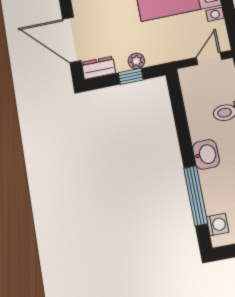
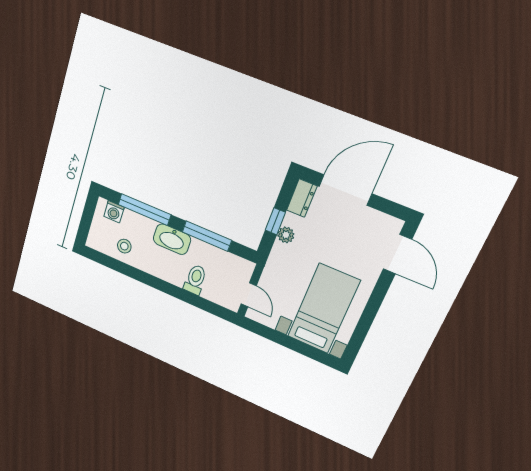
window: (182, 125) -> (207, 236), added
washbasin: (206, 154) -> (172, 239), width x1.38

